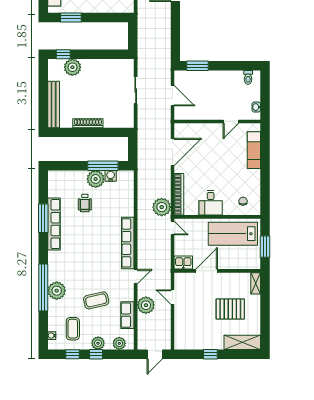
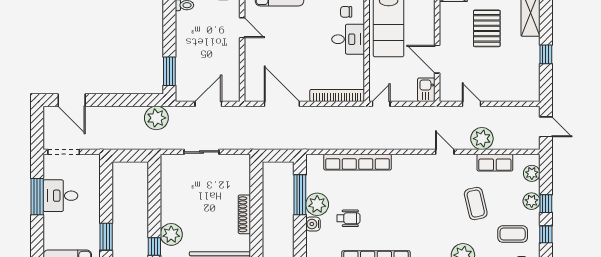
water cooler: (111, 176) -> (313, 224), moved
desk: (211, 203) -> (348, 39), moved
plant: (162, 207) -> (156, 118), moved
row of seats: (128, 243) -> (358, 162), moved
door: (172, 297) -> (471, 104), swing flipped

